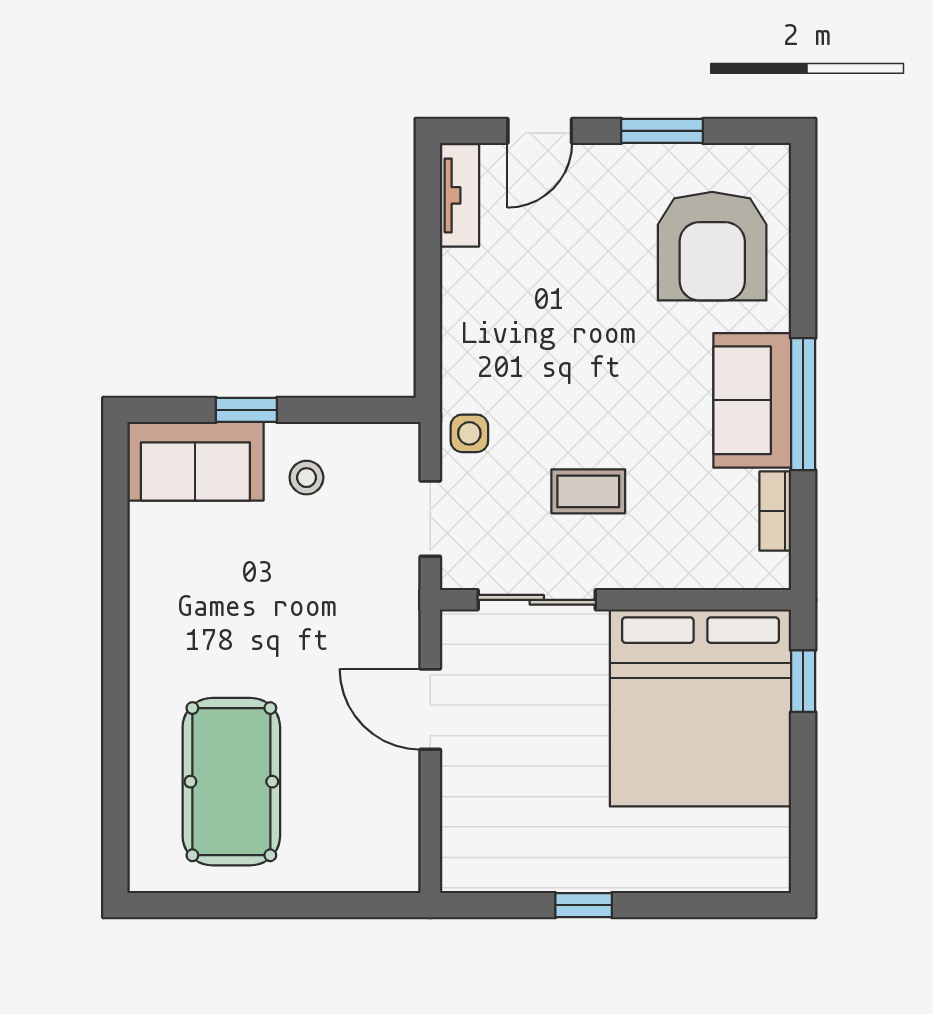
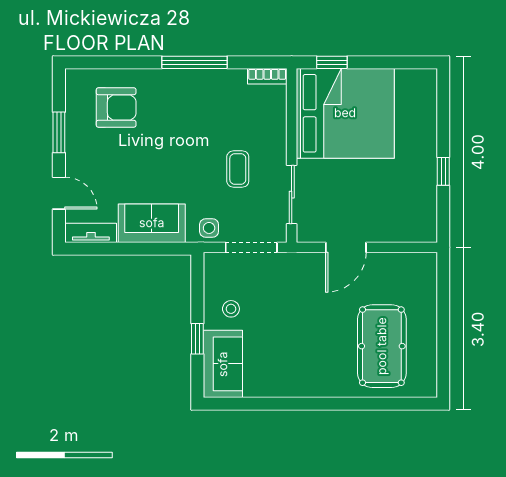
armchair: (712, 246) -> (116, 107), width x0.73, depth x0.73
sofa: (752, 400) -> (152, 223), moved, turned 180
bookcase: (775, 511) -> (267, 76), moved
doorway: (430, 519) -> (251, 247), width x1.38
pool table: (231, 782) -> (382, 346), turned 90

